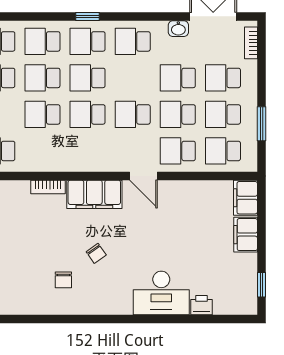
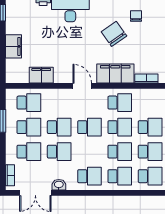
window: (88, 16) -> (120, 193), removed
school desk: (178, 151) -> (120, 103), moved
filing cabinet: (246, 198) -> (41, 75), moved, turned -90
chair: (96, 253) -> (114, 34), width x1.87, depth x1.87

